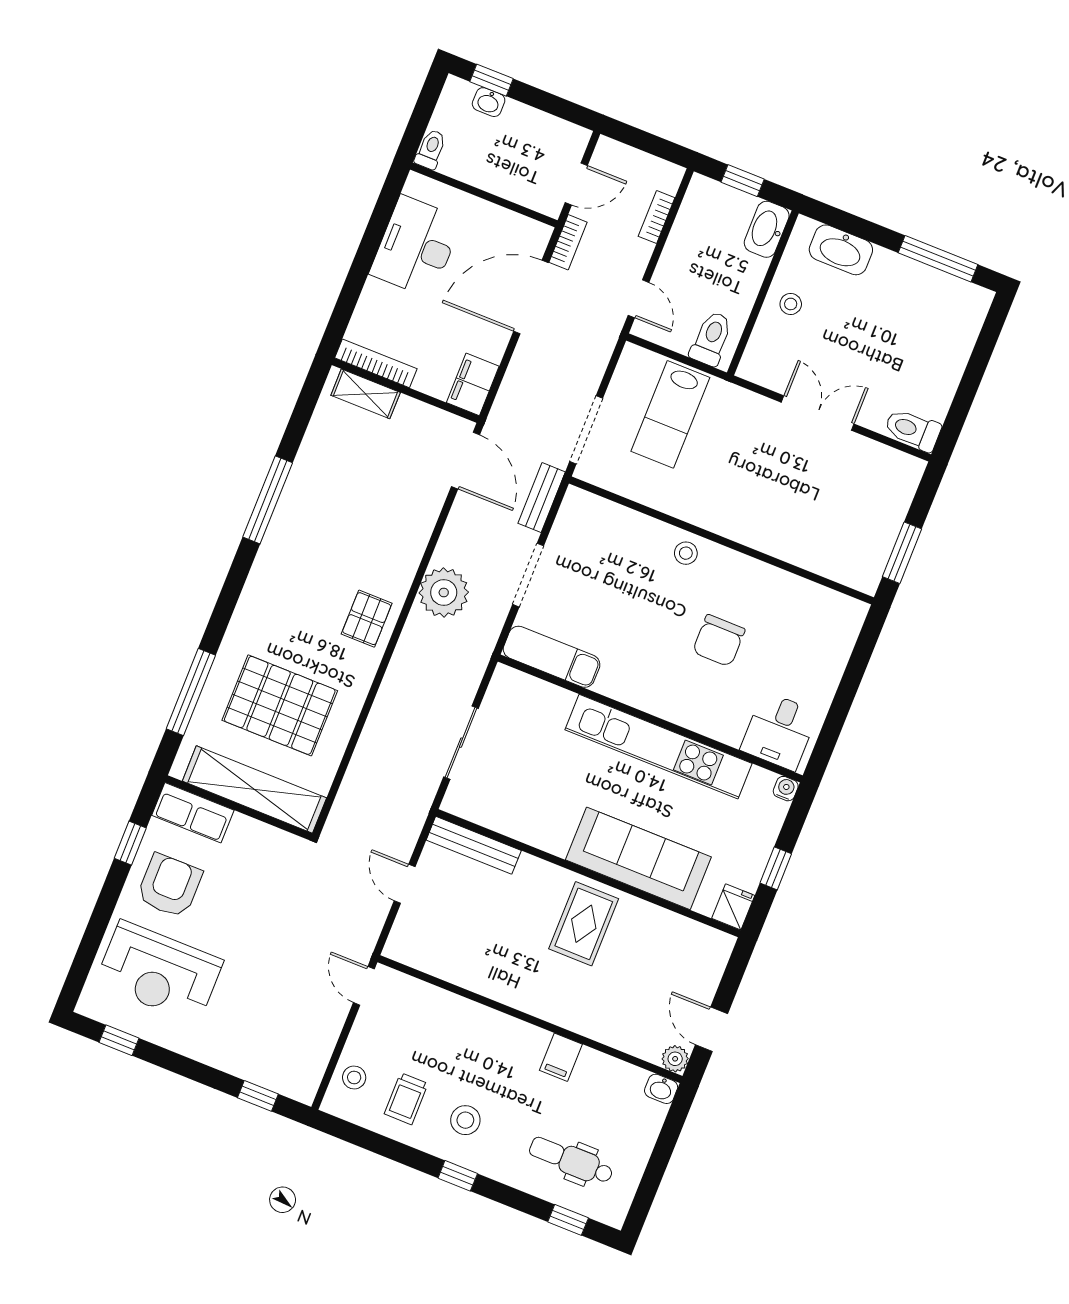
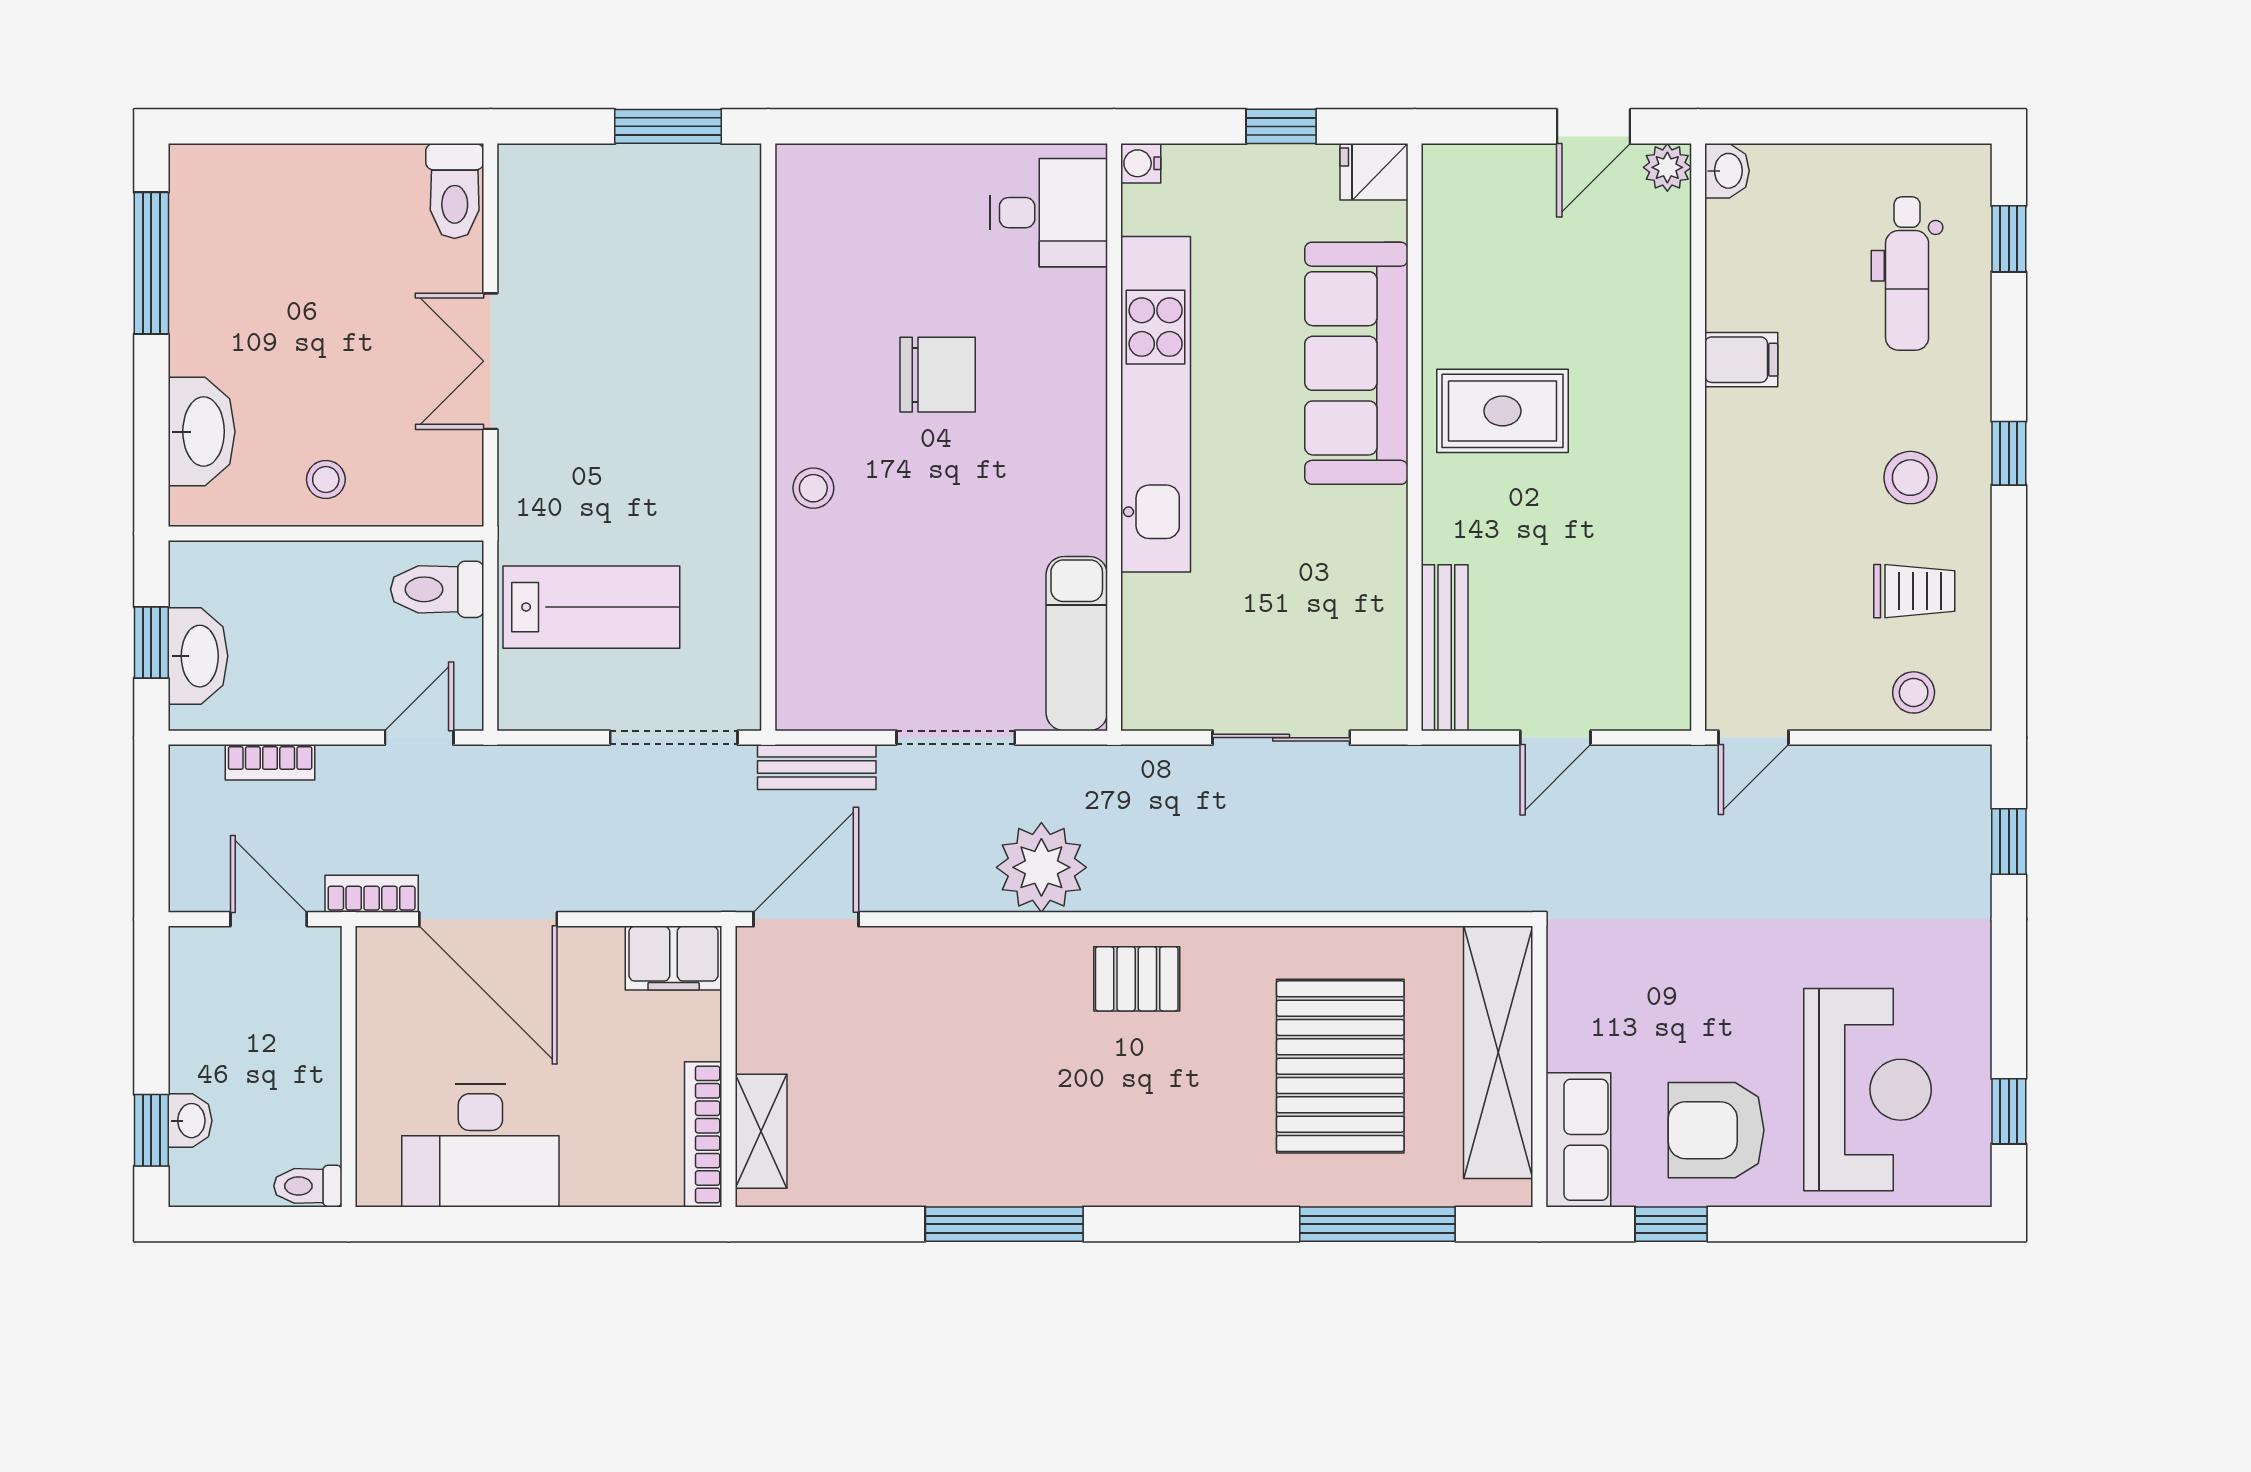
washbasin: (767, 229) -> (198, 656), moved, turned -90

